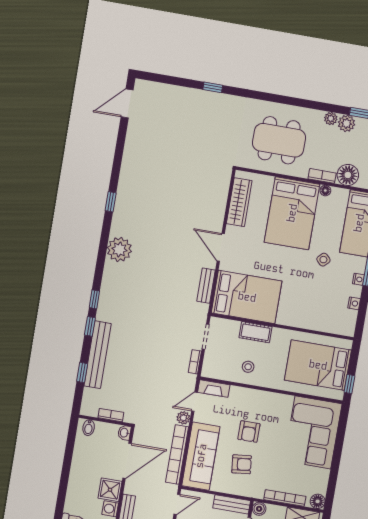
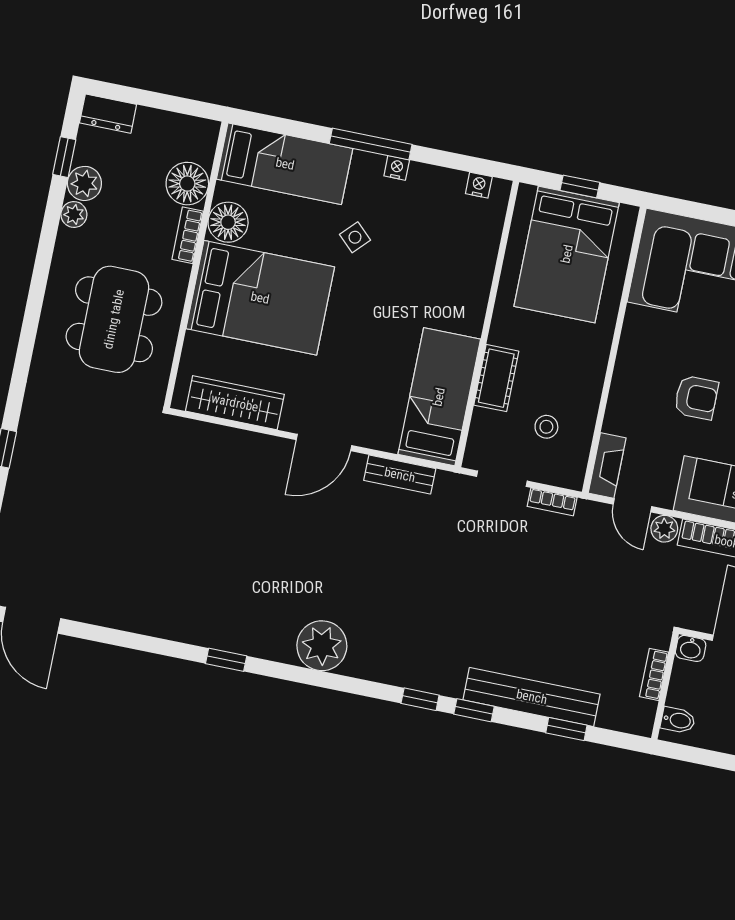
floor lamp: (325, 191) -> (228, 222), width x1.89, depth x1.89
bed: (247, 297) -> (439, 397), width x0.67
nightstand: (354, 303) -> (479, 185), moved
stool: (248, 367) -> (546, 427), moved
window: (349, 384) -> (580, 186), moved

